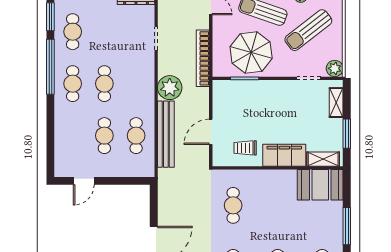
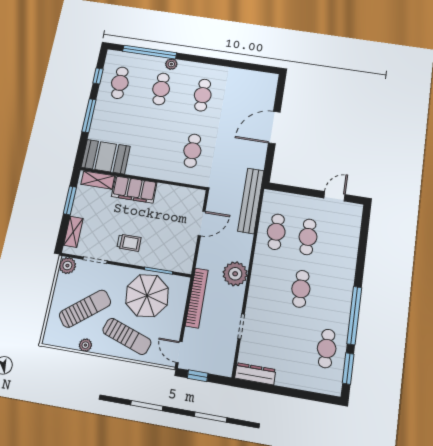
cafe table: (73, 84) -> (333, 294), removed
bench: (166, 134) -> (251, 201), moved
trolley: (245, 148) -> (129, 243), moved

